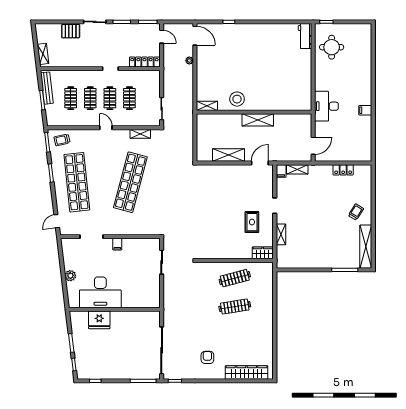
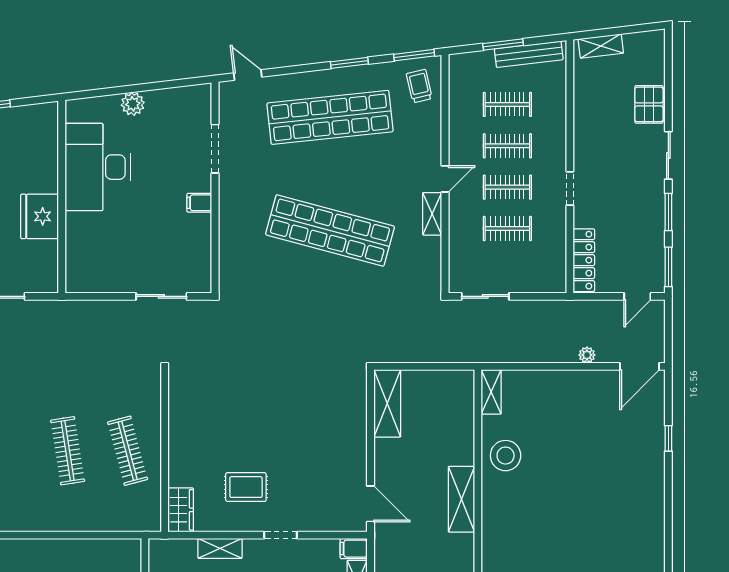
shelving: (140, 134) -> (432, 214), moved
shelving: (229, 155) -> (387, 403), moved
fridge: (99, 320) -> (40, 216), moved

